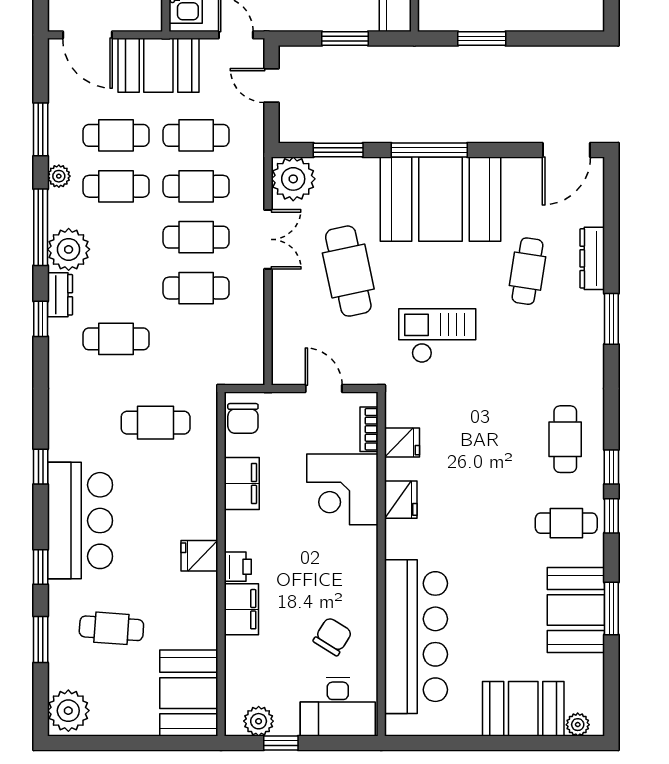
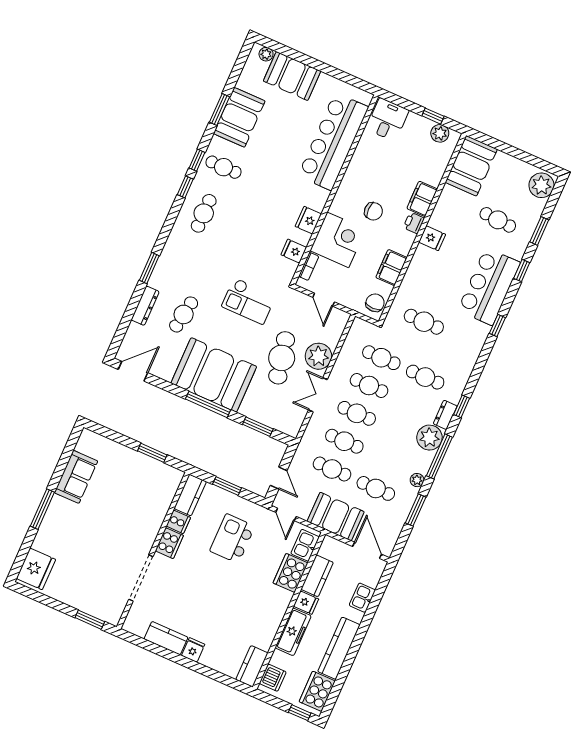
plant: (293, 179) -> (318, 356), moved
cafe table: (116, 186) -> (381, 358), moved
chair: (333, 636) -> (373, 211), moved, turned -122
desk: (338, 707) -> (387, 120), width x0.73

